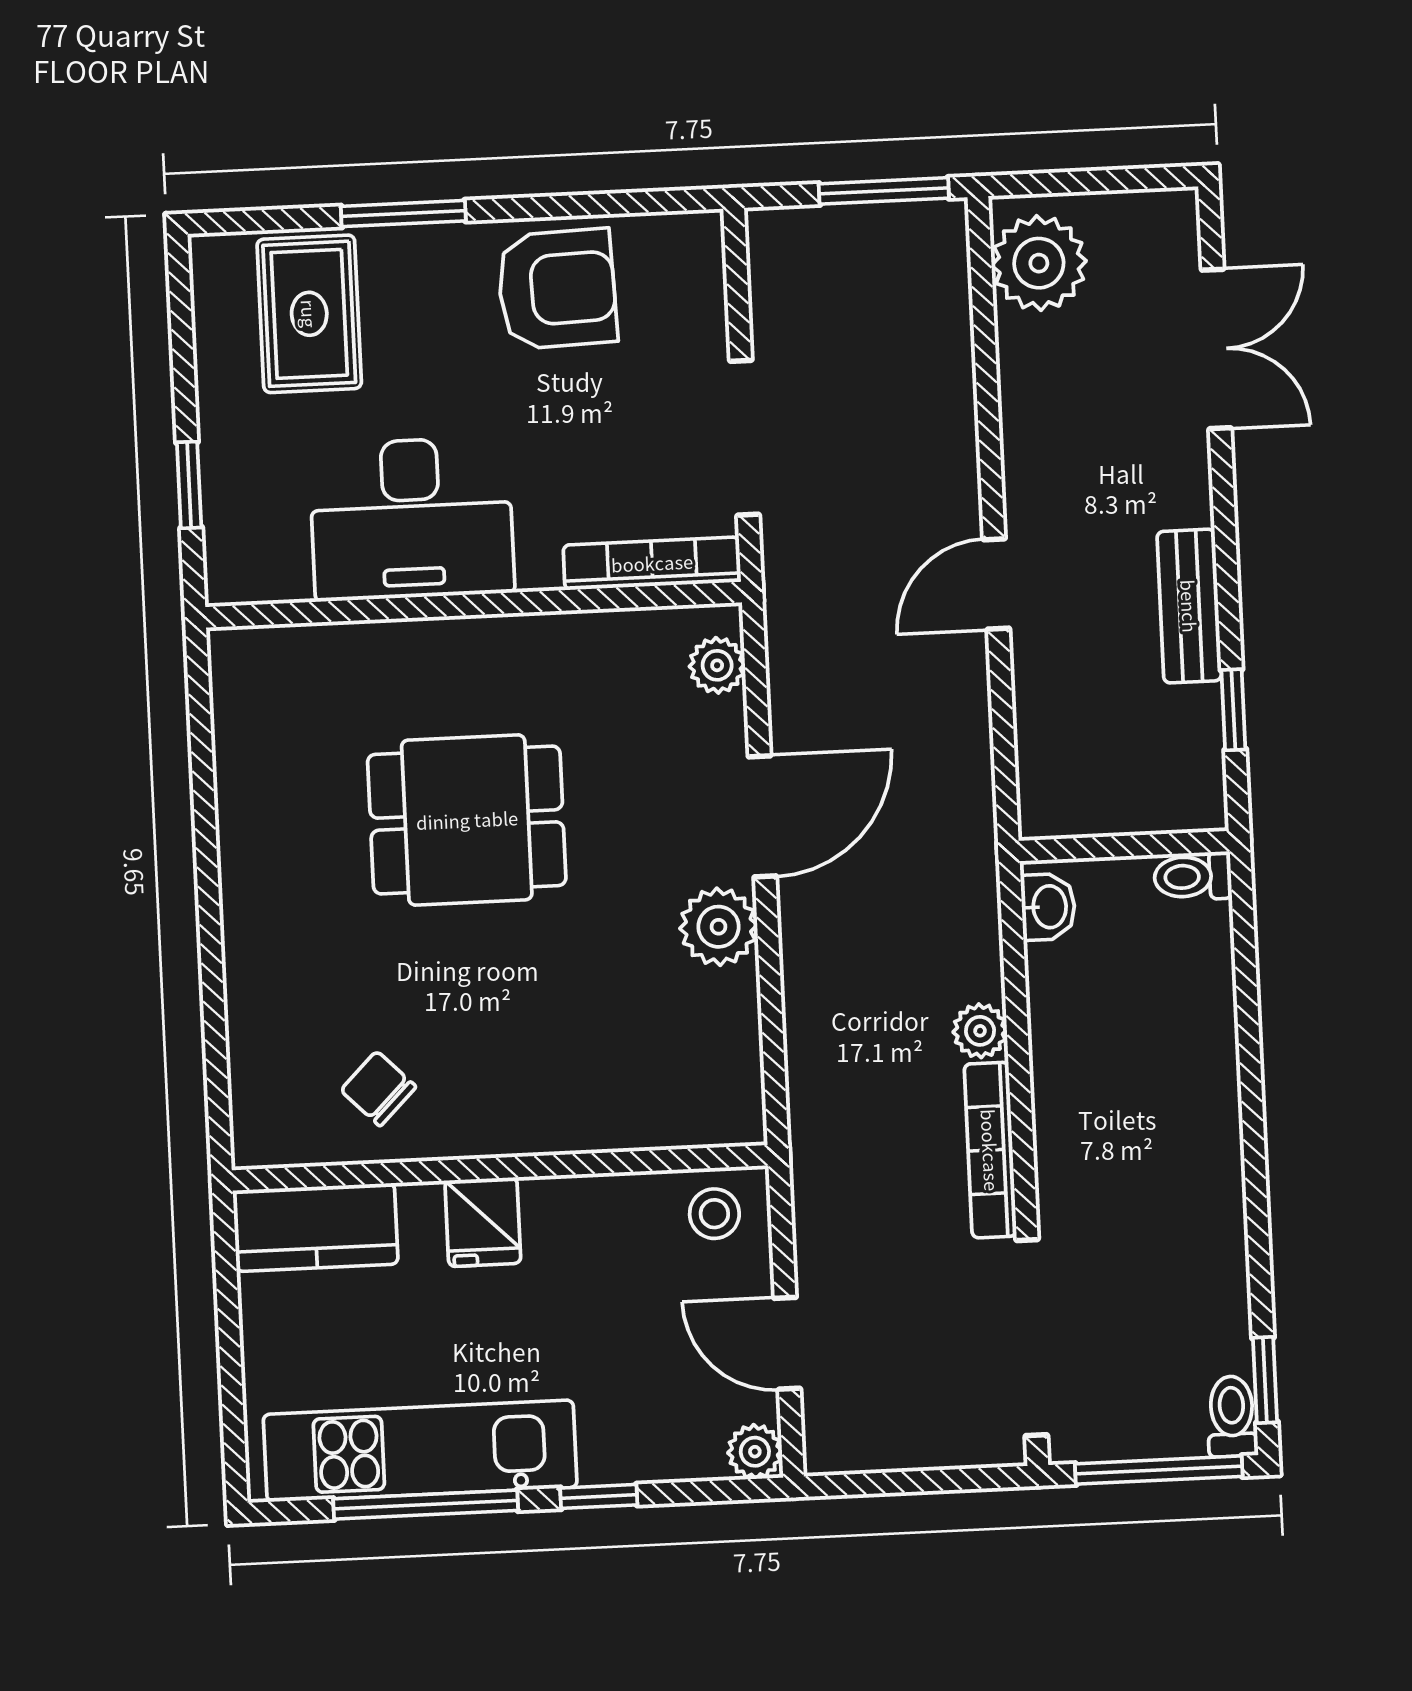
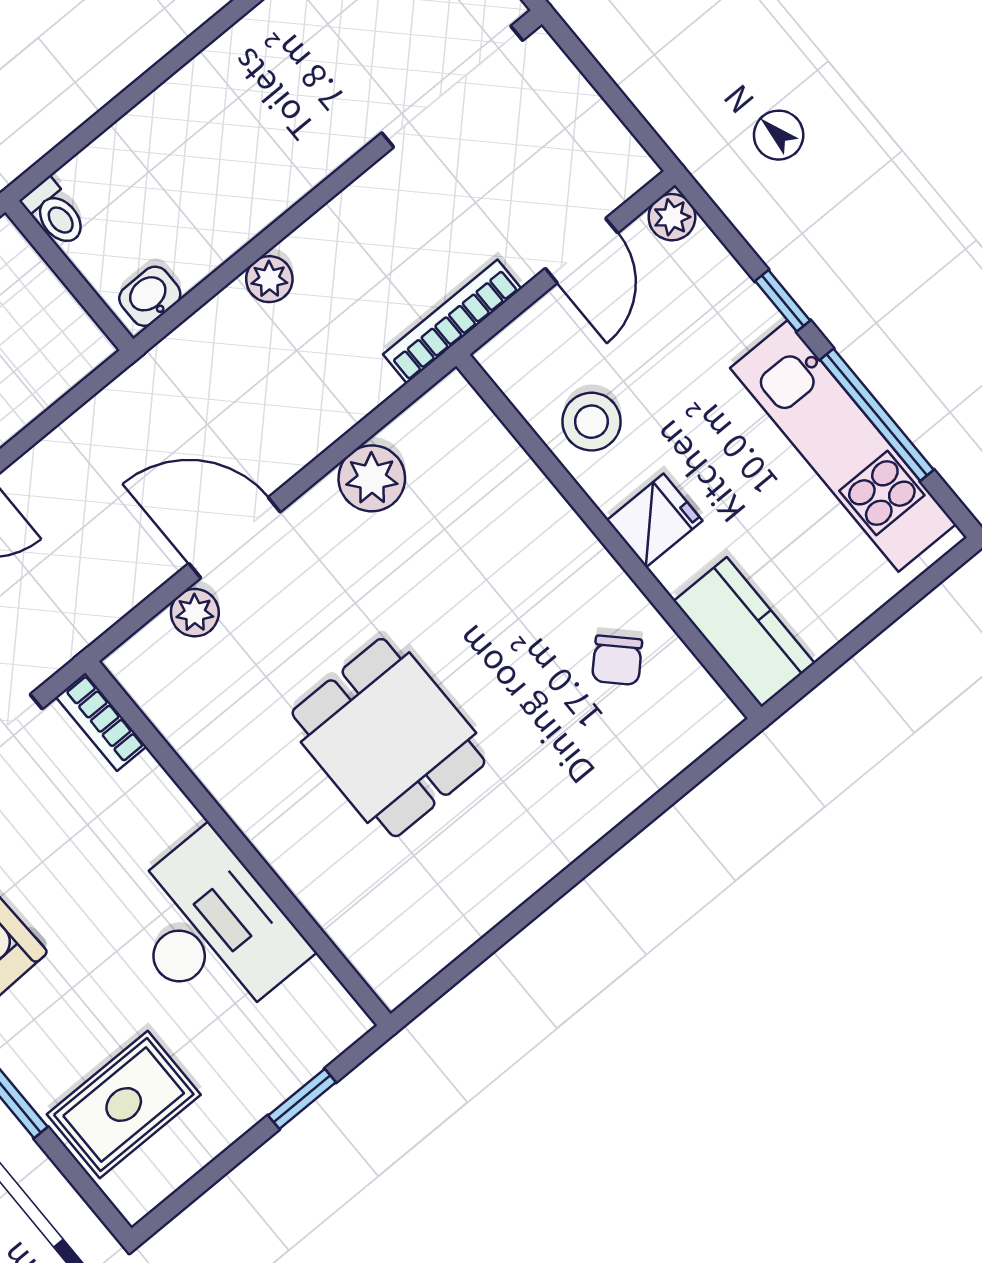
bookcase: (652, 563) -> (101, 722), width x0.64
plant: (717, 665) -> (195, 613), moved
plant: (718, 927) -> (372, 478), moved
bookcase: (990, 1150) -> (452, 322), moved, turned 180
stool: (714, 1214) -> (591, 422), moved, width x1.37, depth x1.37

